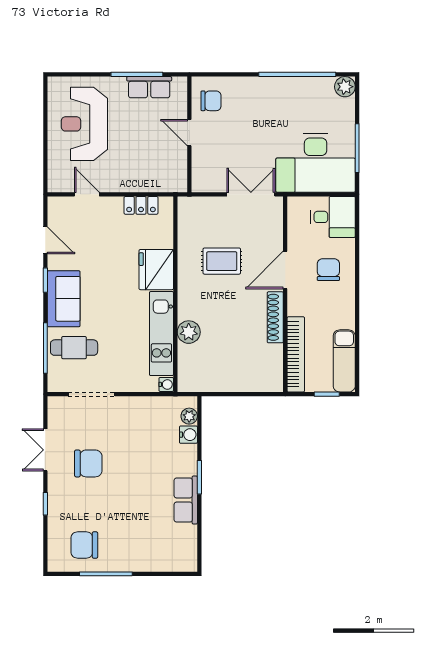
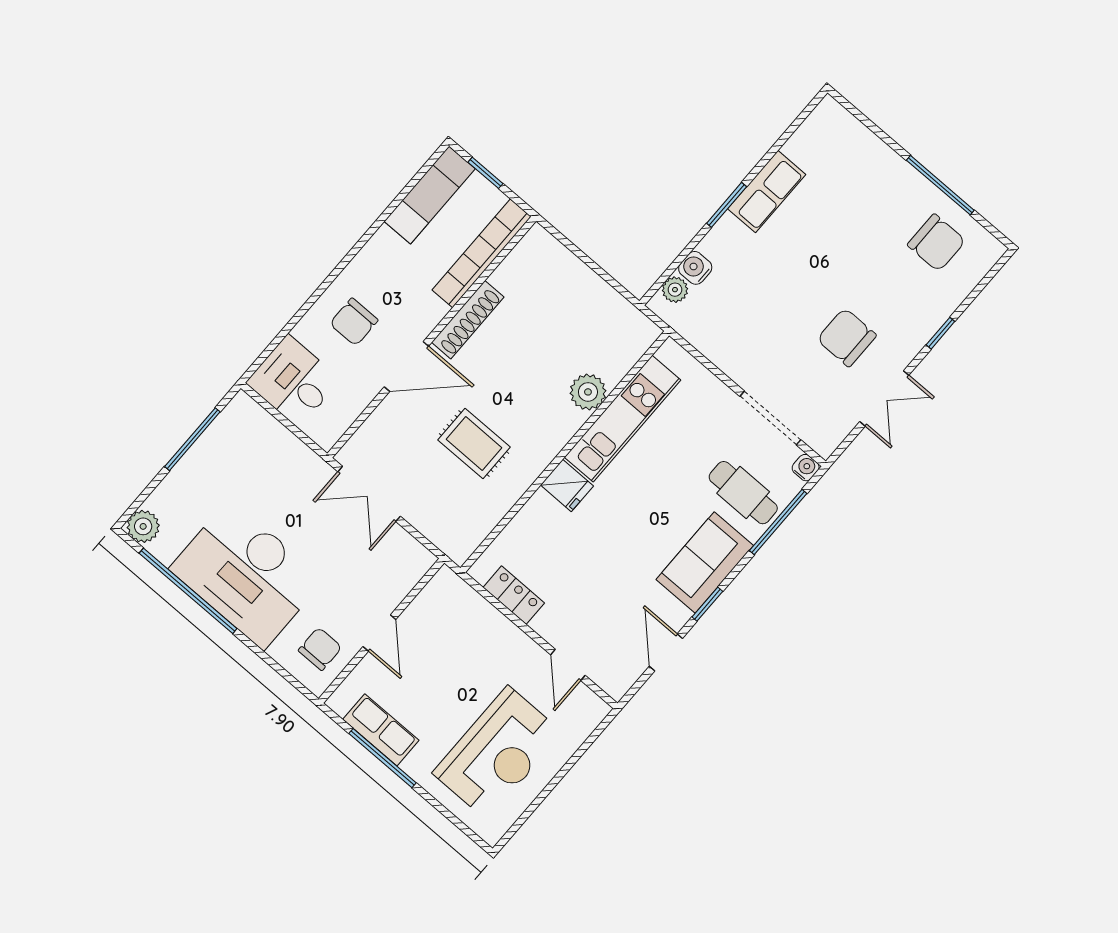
chair: (211, 101) -> (320, 649), turned 90
desk: (316, 163) -> (247, 574), moved, turned 180
fridge: (156, 270) -> (567, 485), width x0.53, depth x0.75
water cooler: (166, 384) -> (806, 468), moved, turned 90

